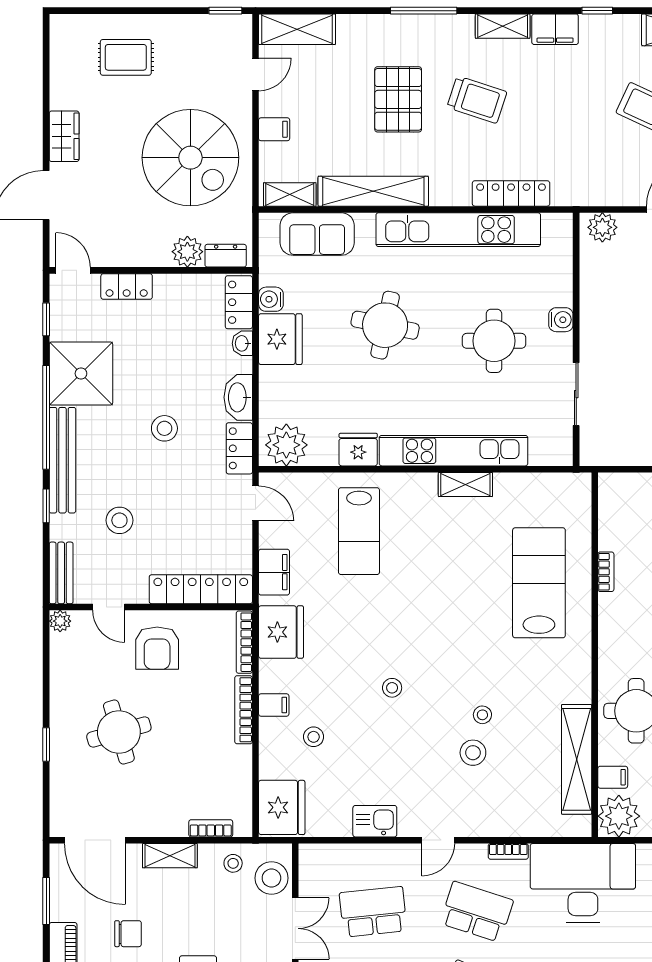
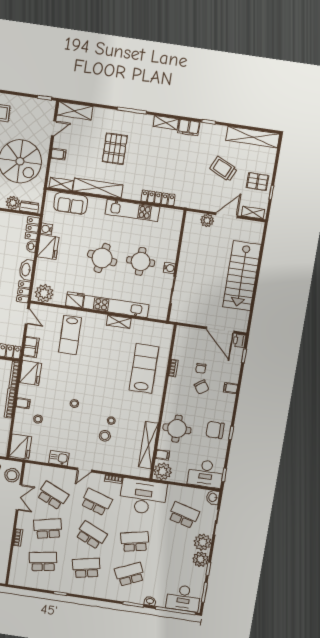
trolley: (477, 100) -> (149, 154), removed
plant: (602, 227) -> (207, 220), moved
kitchen unit: (458, 230) -> (132, 210), width x0.73
water cooler: (561, 320) -> (169, 268), moved
round table: (385, 325) -> (102, 258), moved
school desk: (373, 912) -> (53, 495), turned 30

